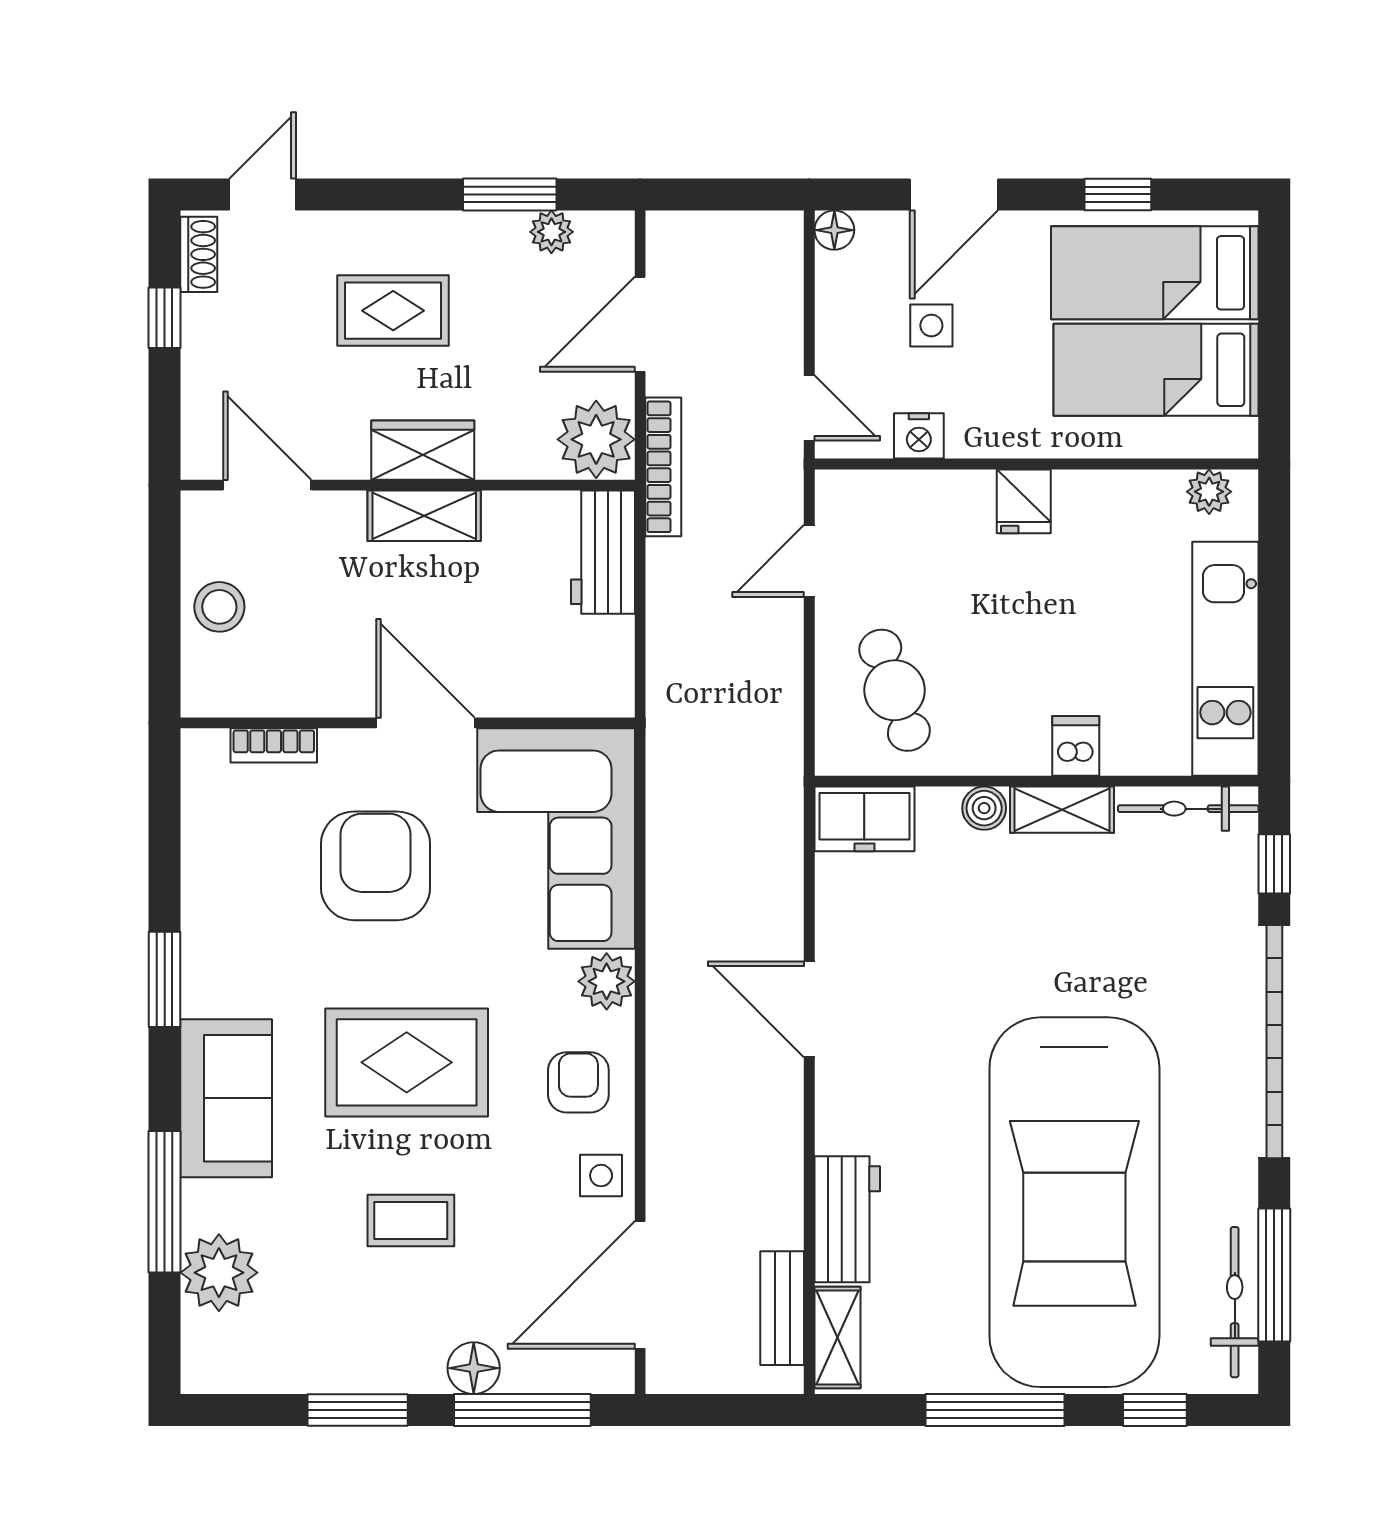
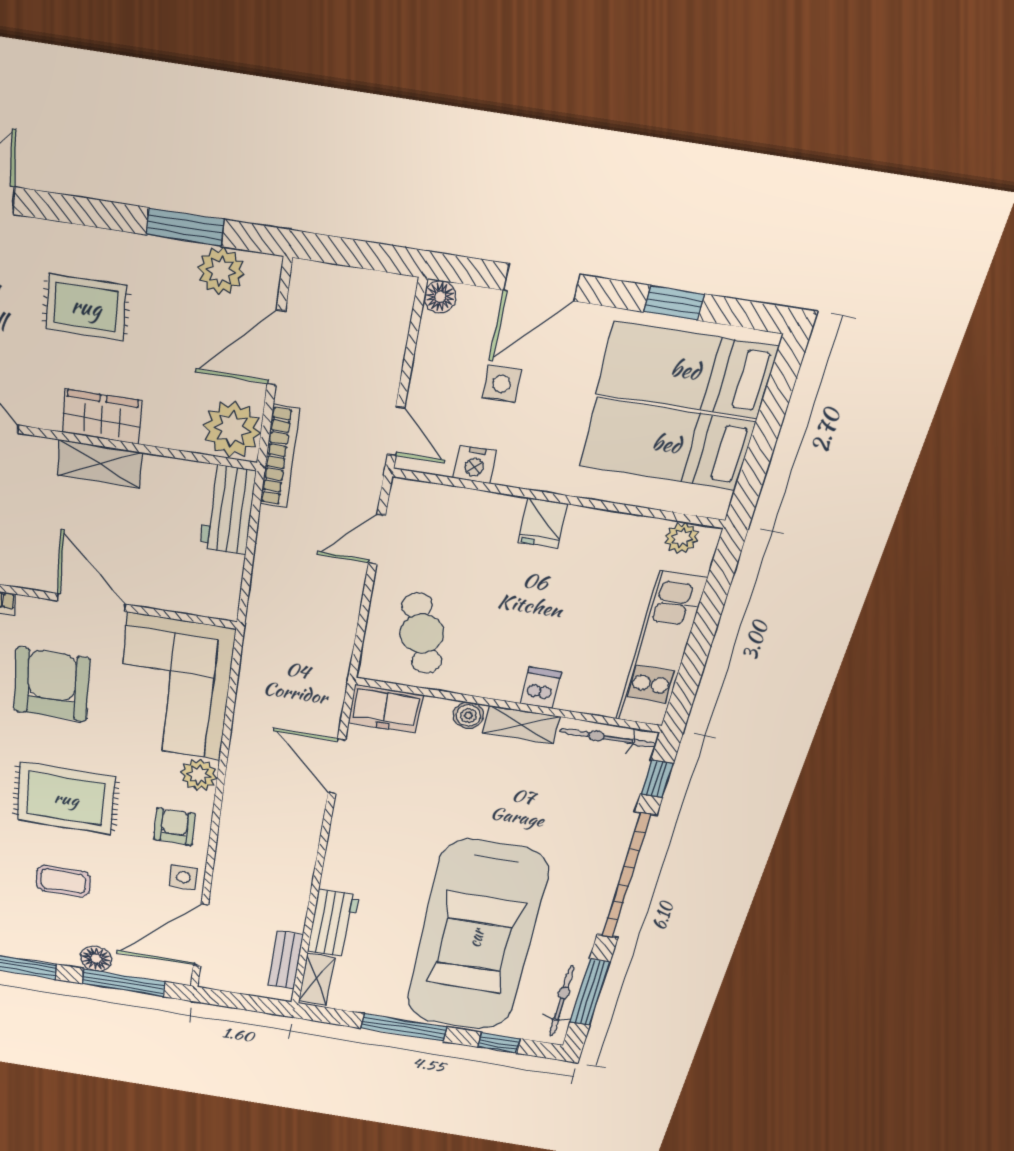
plant: (551, 232) -> (221, 271), width x1.38, depth x1.38
door: (809, 1009) -> (337, 766), moved

